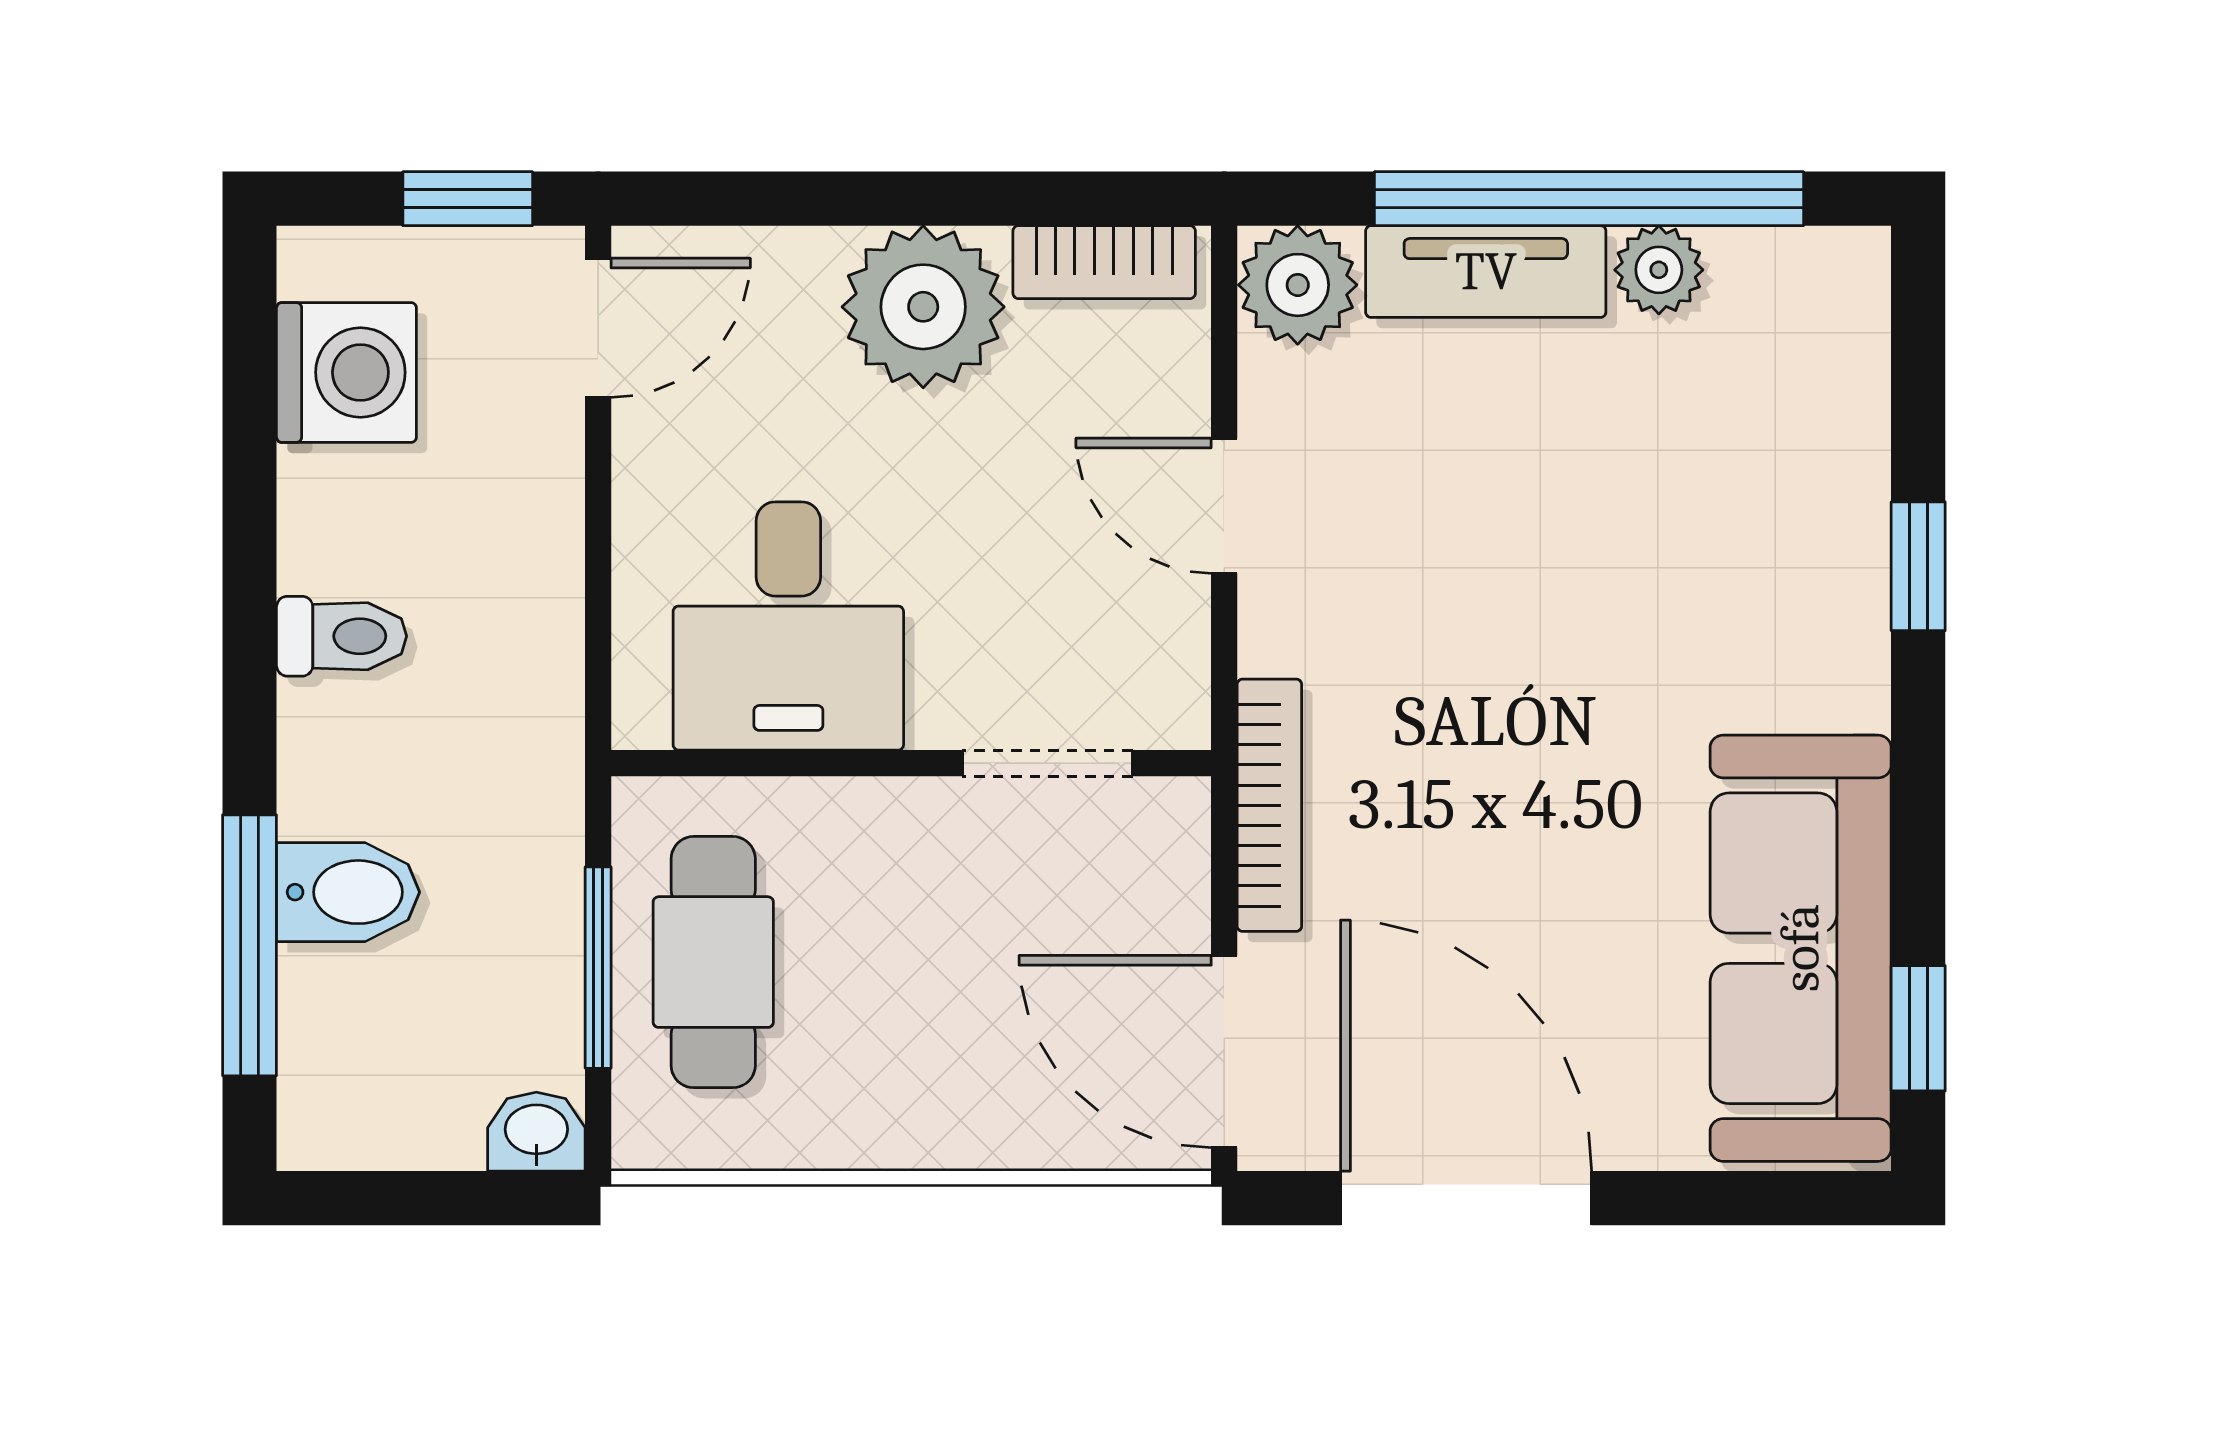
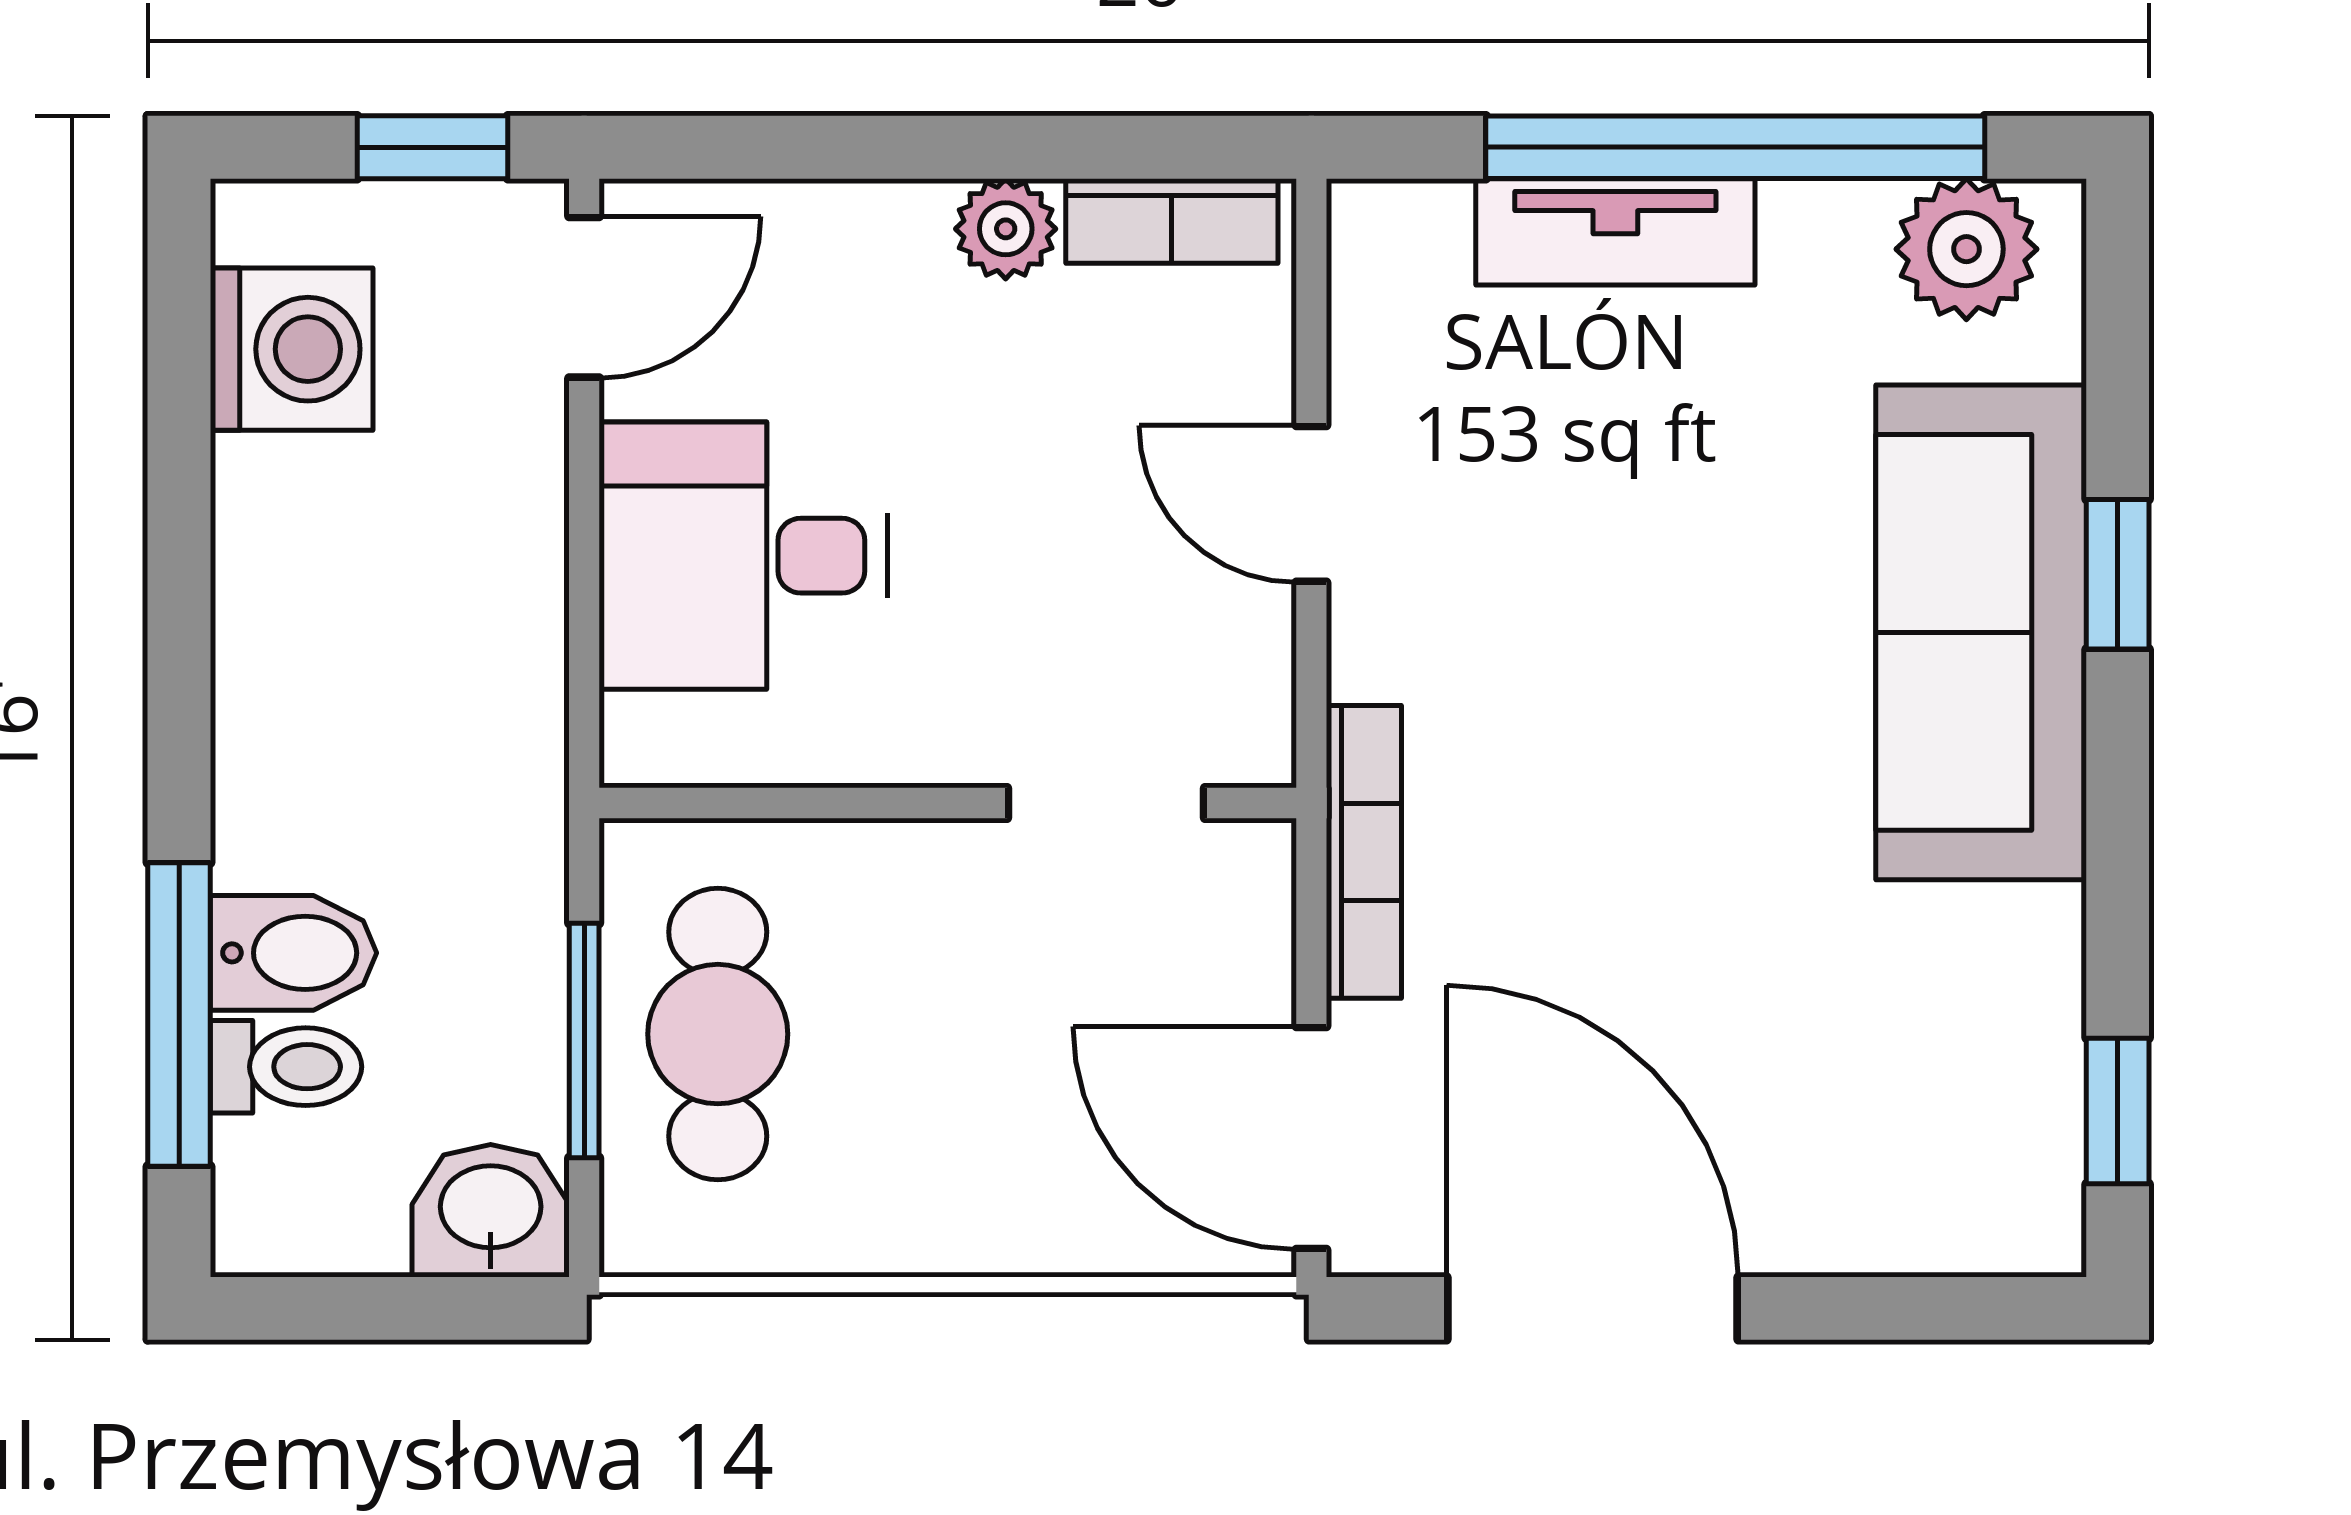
plant: (1659, 270) -> (1966, 249), moved, width x1.38, depth x1.38
plant: (1298, 285) -> (1397, 247), removed
plant: (923, 307) -> (1006, 229), width x0.53, depth x0.53
desk: (788, 626) -> (743, 556), moved, turned 90
toilet: (342, 636) -> (286, 1067), moved
sofa: (1801, 948) -> (1981, 632), moved
washbasin: (536, 1132) -> (491, 1211), width x1.38, depth x1.45

